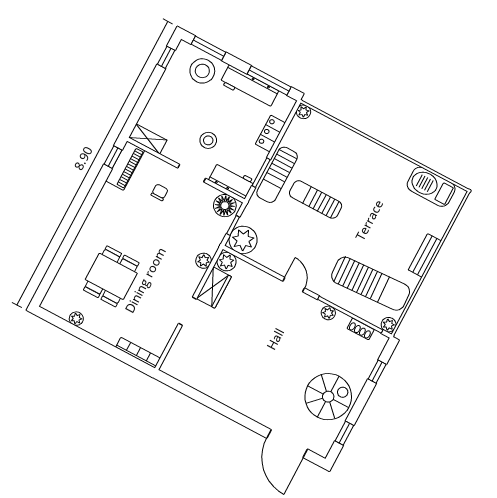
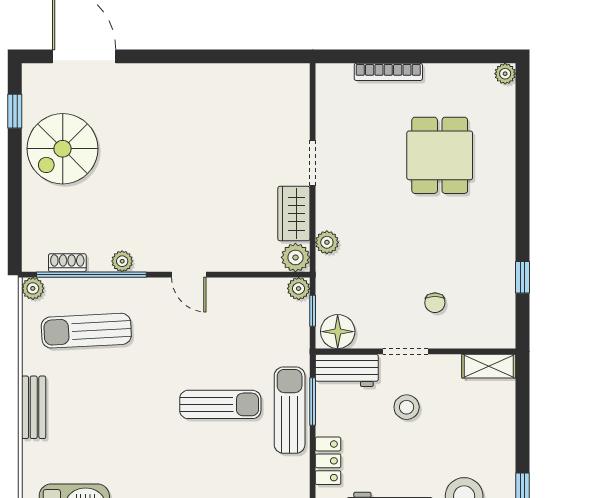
window: (113, 157) -> (522, 277), moved
piano: (125, 166) -> (500, 314), removed
plant: (243, 240) -> (299, 289), width x0.53, depth x0.53
sun lounger: (371, 284) -> (86, 331), width x0.73, depth x0.75
plant: (76, 319) -> (505, 74), moved
bookcase: (138, 353) -> (388, 72), moved
window: (377, 372) -> (15, 217), removed

